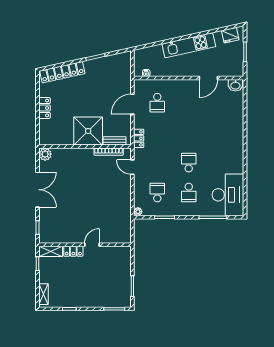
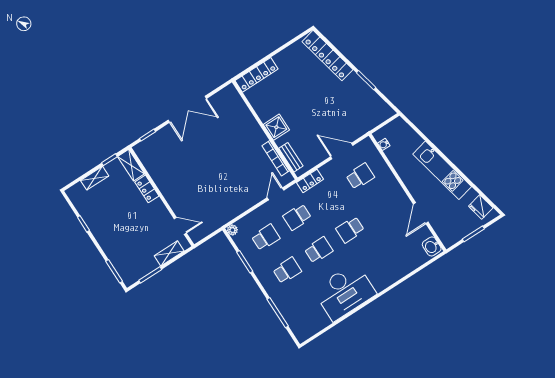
door: (208, 78) -> (421, 213), hinge flipped
school desk: (157, 103) -> (360, 176), turned 180
locker: (44, 108) -> (257, 75), moved, width x1.53
shower: (88, 131) -> (276, 127), width x0.54, depth x0.54
school desk: (189, 133) -> (350, 230), added
plant: (45, 154) -> (230, 93), removed
school desk: (157, 163) -> (297, 217), added
school desk: (189, 193) -> (287, 270), turned 180
desk: (228, 195) -> (345, 292), moved
door: (92, 245) -> (180, 226), moved
shelving: (126, 264) -> (169, 253), added
shelving: (43, 294) -> (95, 178), moved

